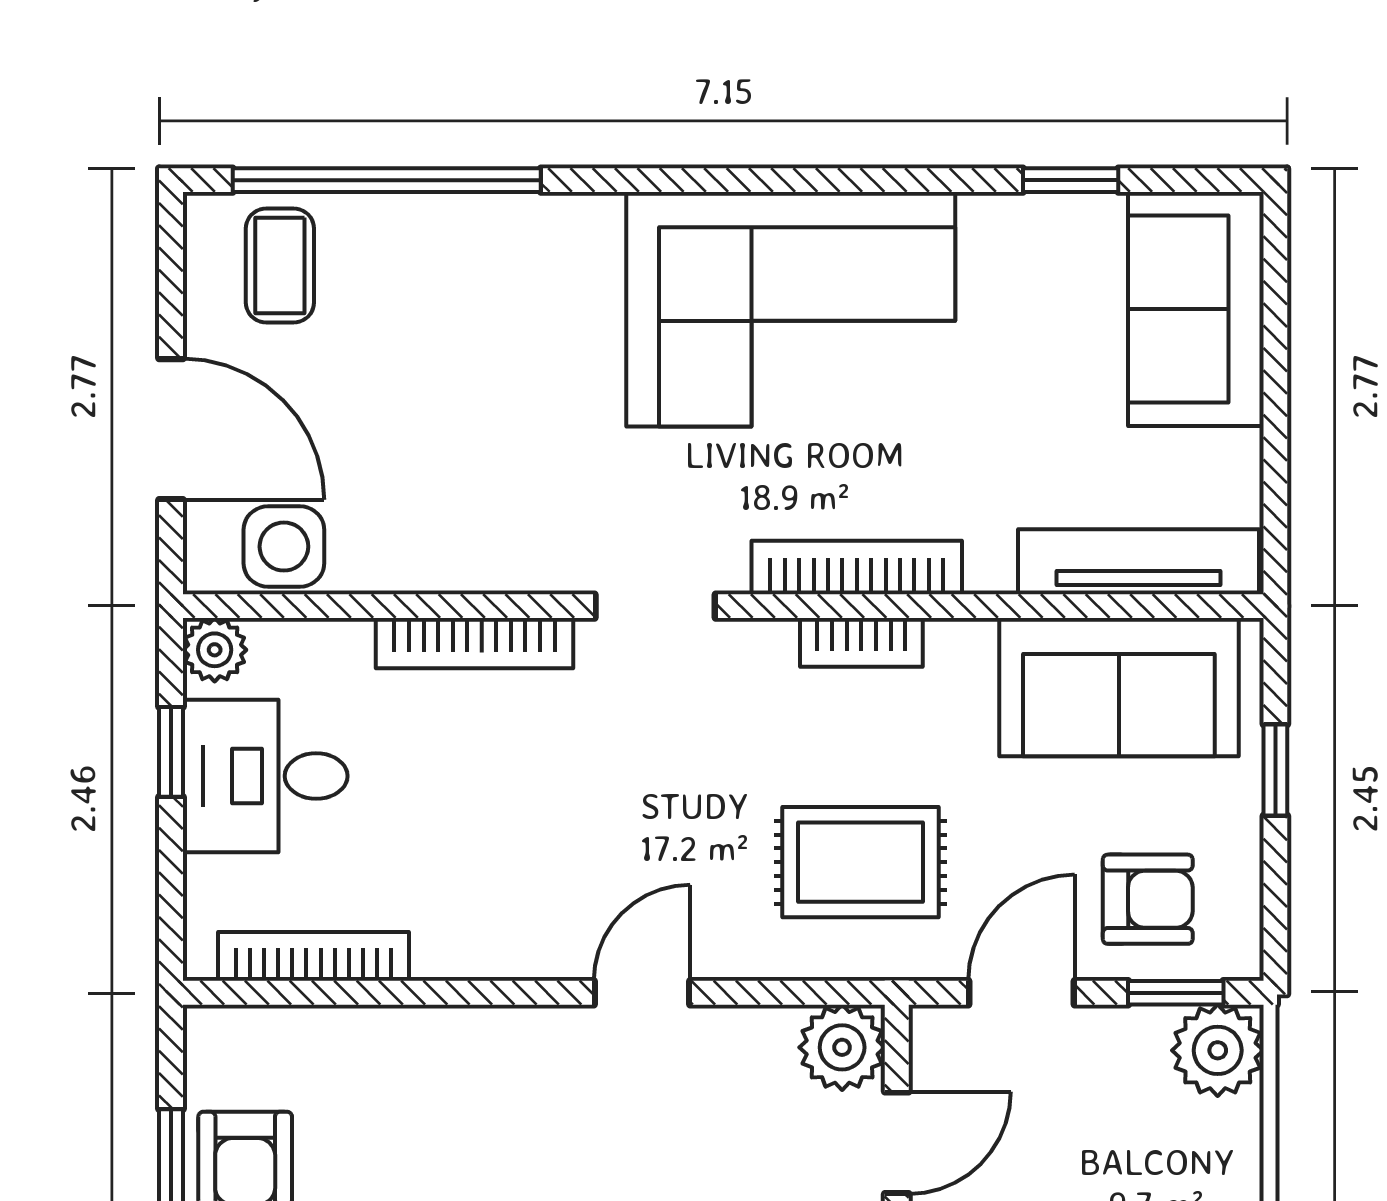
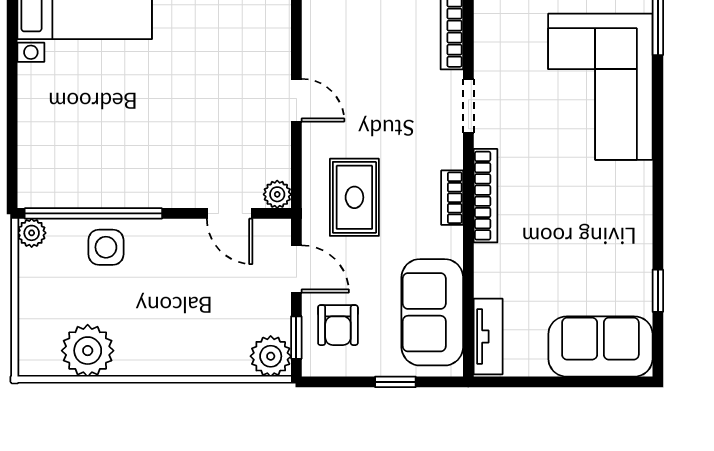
corner sofa: (791, 309) -> (600, 87), moved
tv unit: (1138, 562) -> (488, 337), width x0.71
plant: (842, 1047) -> (277, 194), width x0.73, depth x0.73

